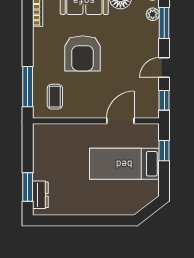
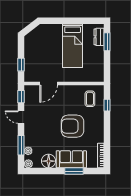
armchair: (83, 53) -> (72, 126), turned -90
door: (164, 68) -> (21, 117), swing flipped
window: (28, 87) -> (107, 105), width x0.46
bed: (124, 164) -> (73, 46), moved, turned 90

